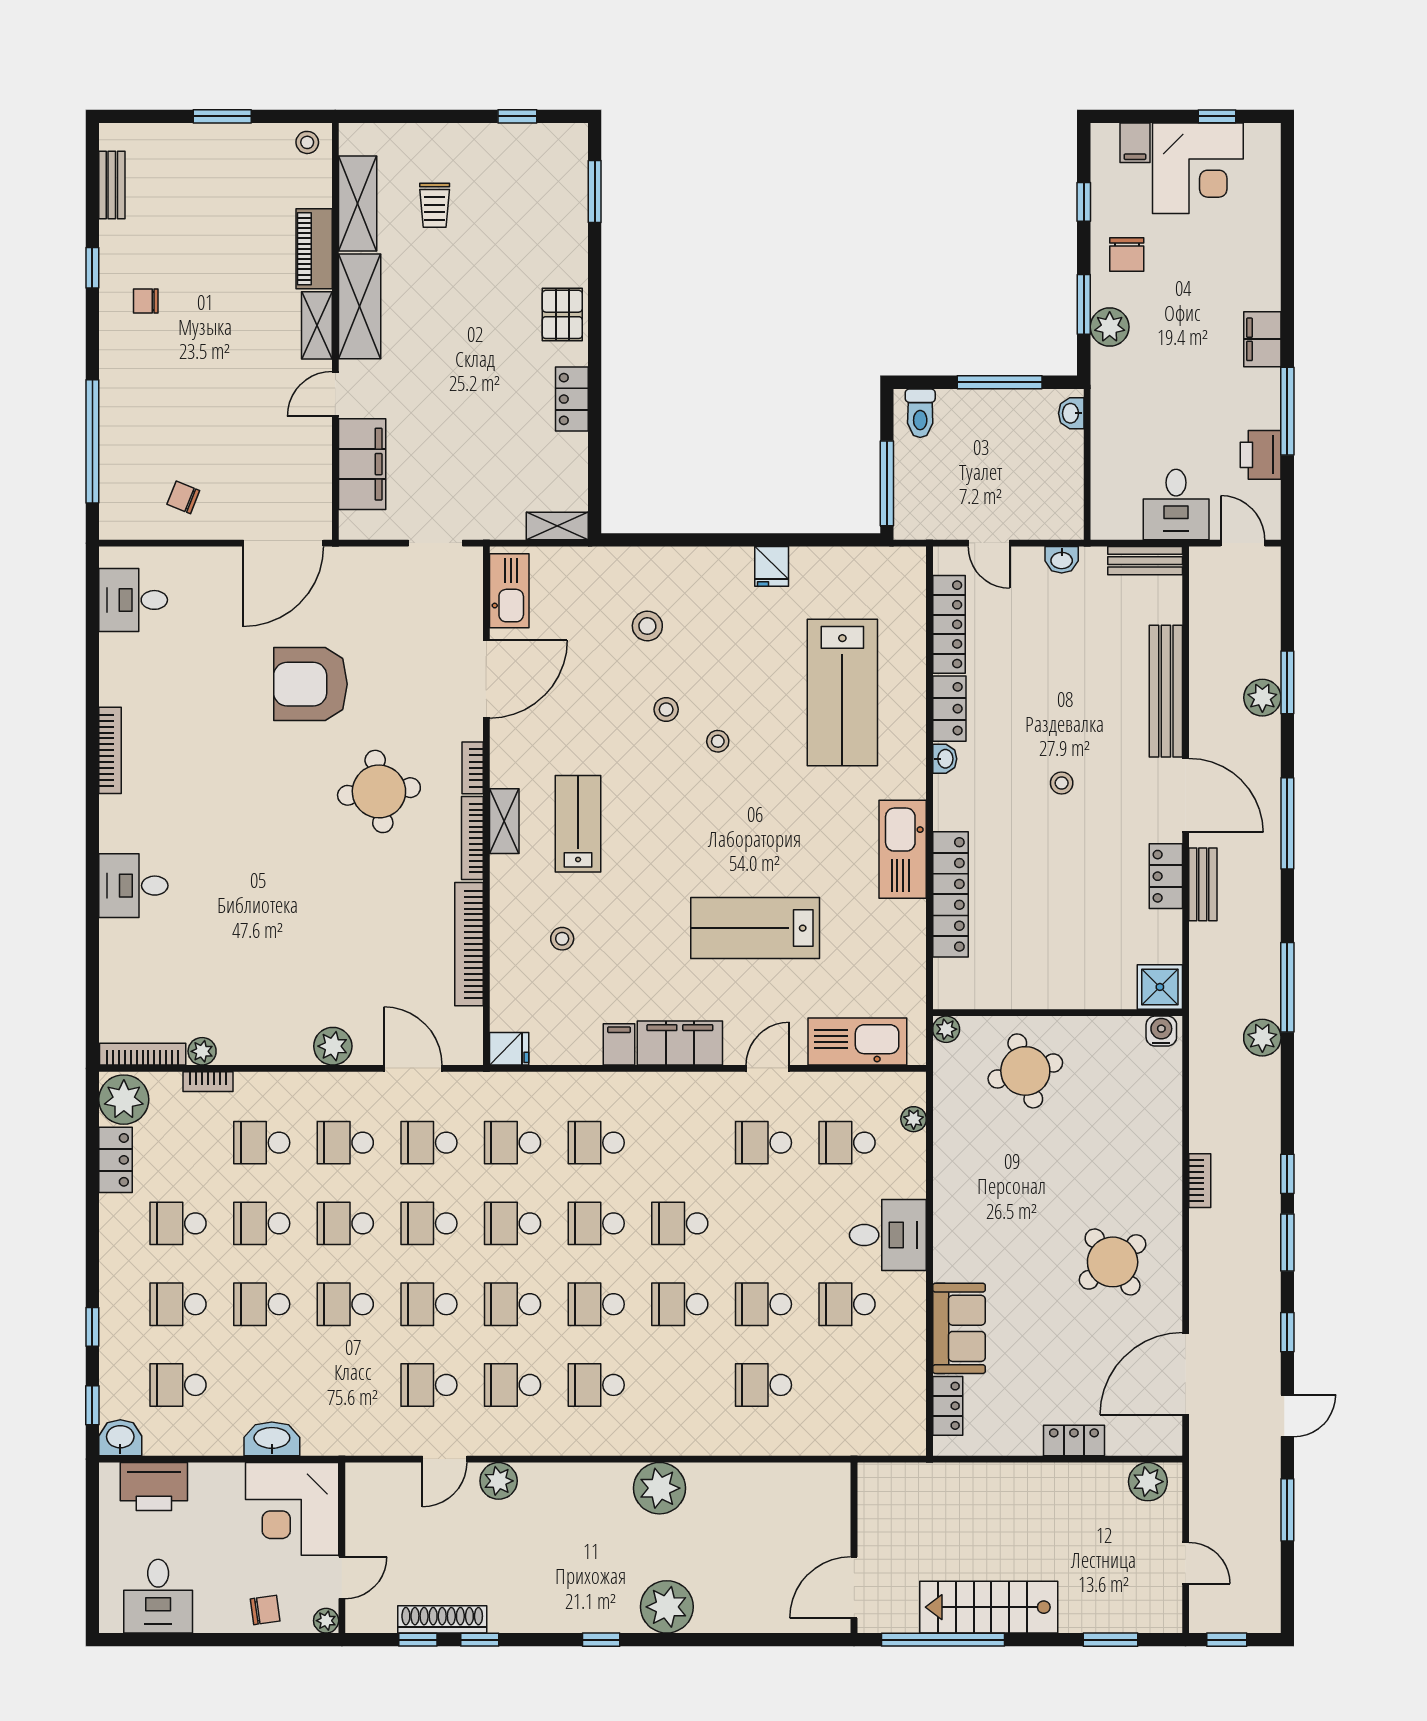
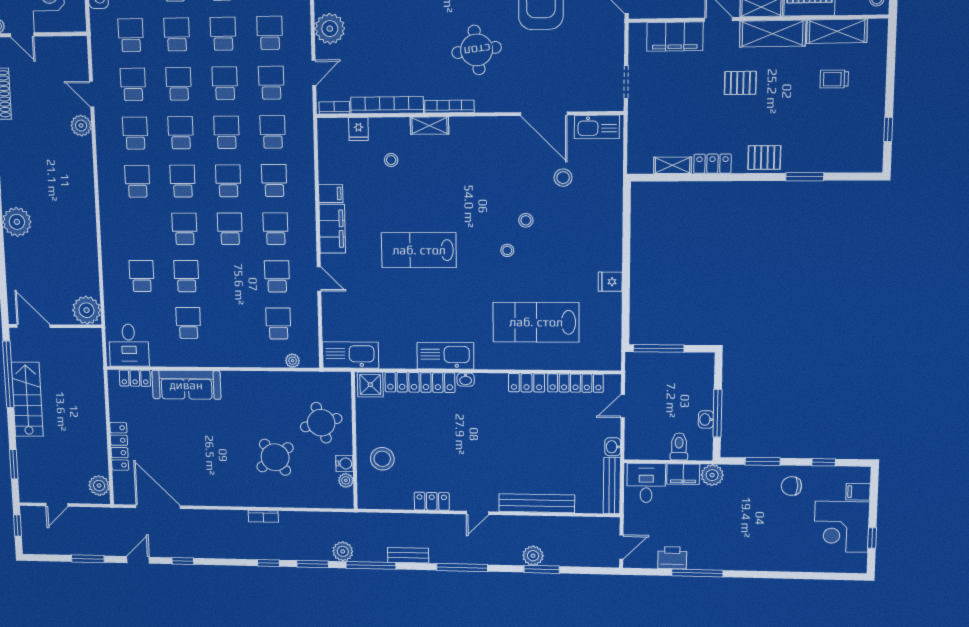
window: (595, 192) -> (805, 177), moved
plant: (1110, 327) -> (712, 475), moved
filing cabinet: (1262, 339) -> (683, 474), moved, turned 180
pallet: (439, 356) -> (740, 83), added
toilet: (920, 413) -> (679, 446), moved, turned 90
washbasin: (1071, 413) -> (706, 419), moved, turned -90
desk: (1176, 505) -> (646, 483), moved, turned 90
shelving: (557, 526) -> (673, 165), moved, turned 90
bench: (1145, 561) -> (612, 486), width x1.36
stool: (647, 626) -> (563, 178), moved
washbasin: (945, 759) -> (466, 380), moved
bookcase: (473, 768) -> (334, 108), moved
stool: (1062, 783) -> (382, 459), moved, width x1.89, depth x1.89
door: (1186, 795) -> (477, 513), width x0.53
shelving: (504, 821) -> (429, 126), moved
lab bench: (578, 824) -> (458, 169), removed
bench: (1203, 884) -> (408, 555), moved
lab bench: (755, 928) -> (419, 250), moved, turned -90
shower: (1160, 987) -> (370, 385), moved
plant: (946, 1029) -> (346, 480), moved
water cooler: (1161, 1031) -> (344, 463), moved
kitchen sink: (857, 1042) -> (350, 355), moved, turned -90
plant: (333, 1046) -> (330, 29), width x1.36, depth x1.36
fridge: (509, 1049) -> (358, 129), moved
door: (413, 1068) -> (314, 73), width x0.73
school desk: (680, 1143) -> (276, 229), added
desk: (888, 1235) -> (129, 345), moved
window: (1287, 1242) -> (313, 564), moved
round table: (1113, 1262) -> (275, 457), moved
sofa: (959, 1328) -> (186, 385), width x1.36
school desk: (345, 1385) -> (131, 35), added
door: (1287, 1416) -> (138, 560), swing flipped
locker: (1074, 1441) -> (119, 446), width x1.53
plant: (659, 1488) -> (87, 310), moved

